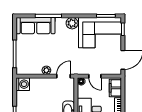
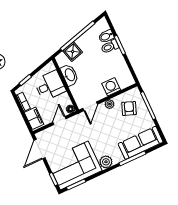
armchair: (32, 59) -> (129, 108), added
door: (95, 76) -> (59, 121), hinge flipped
washing machine: (23, 84) -> (111, 87), moved, turned 90

